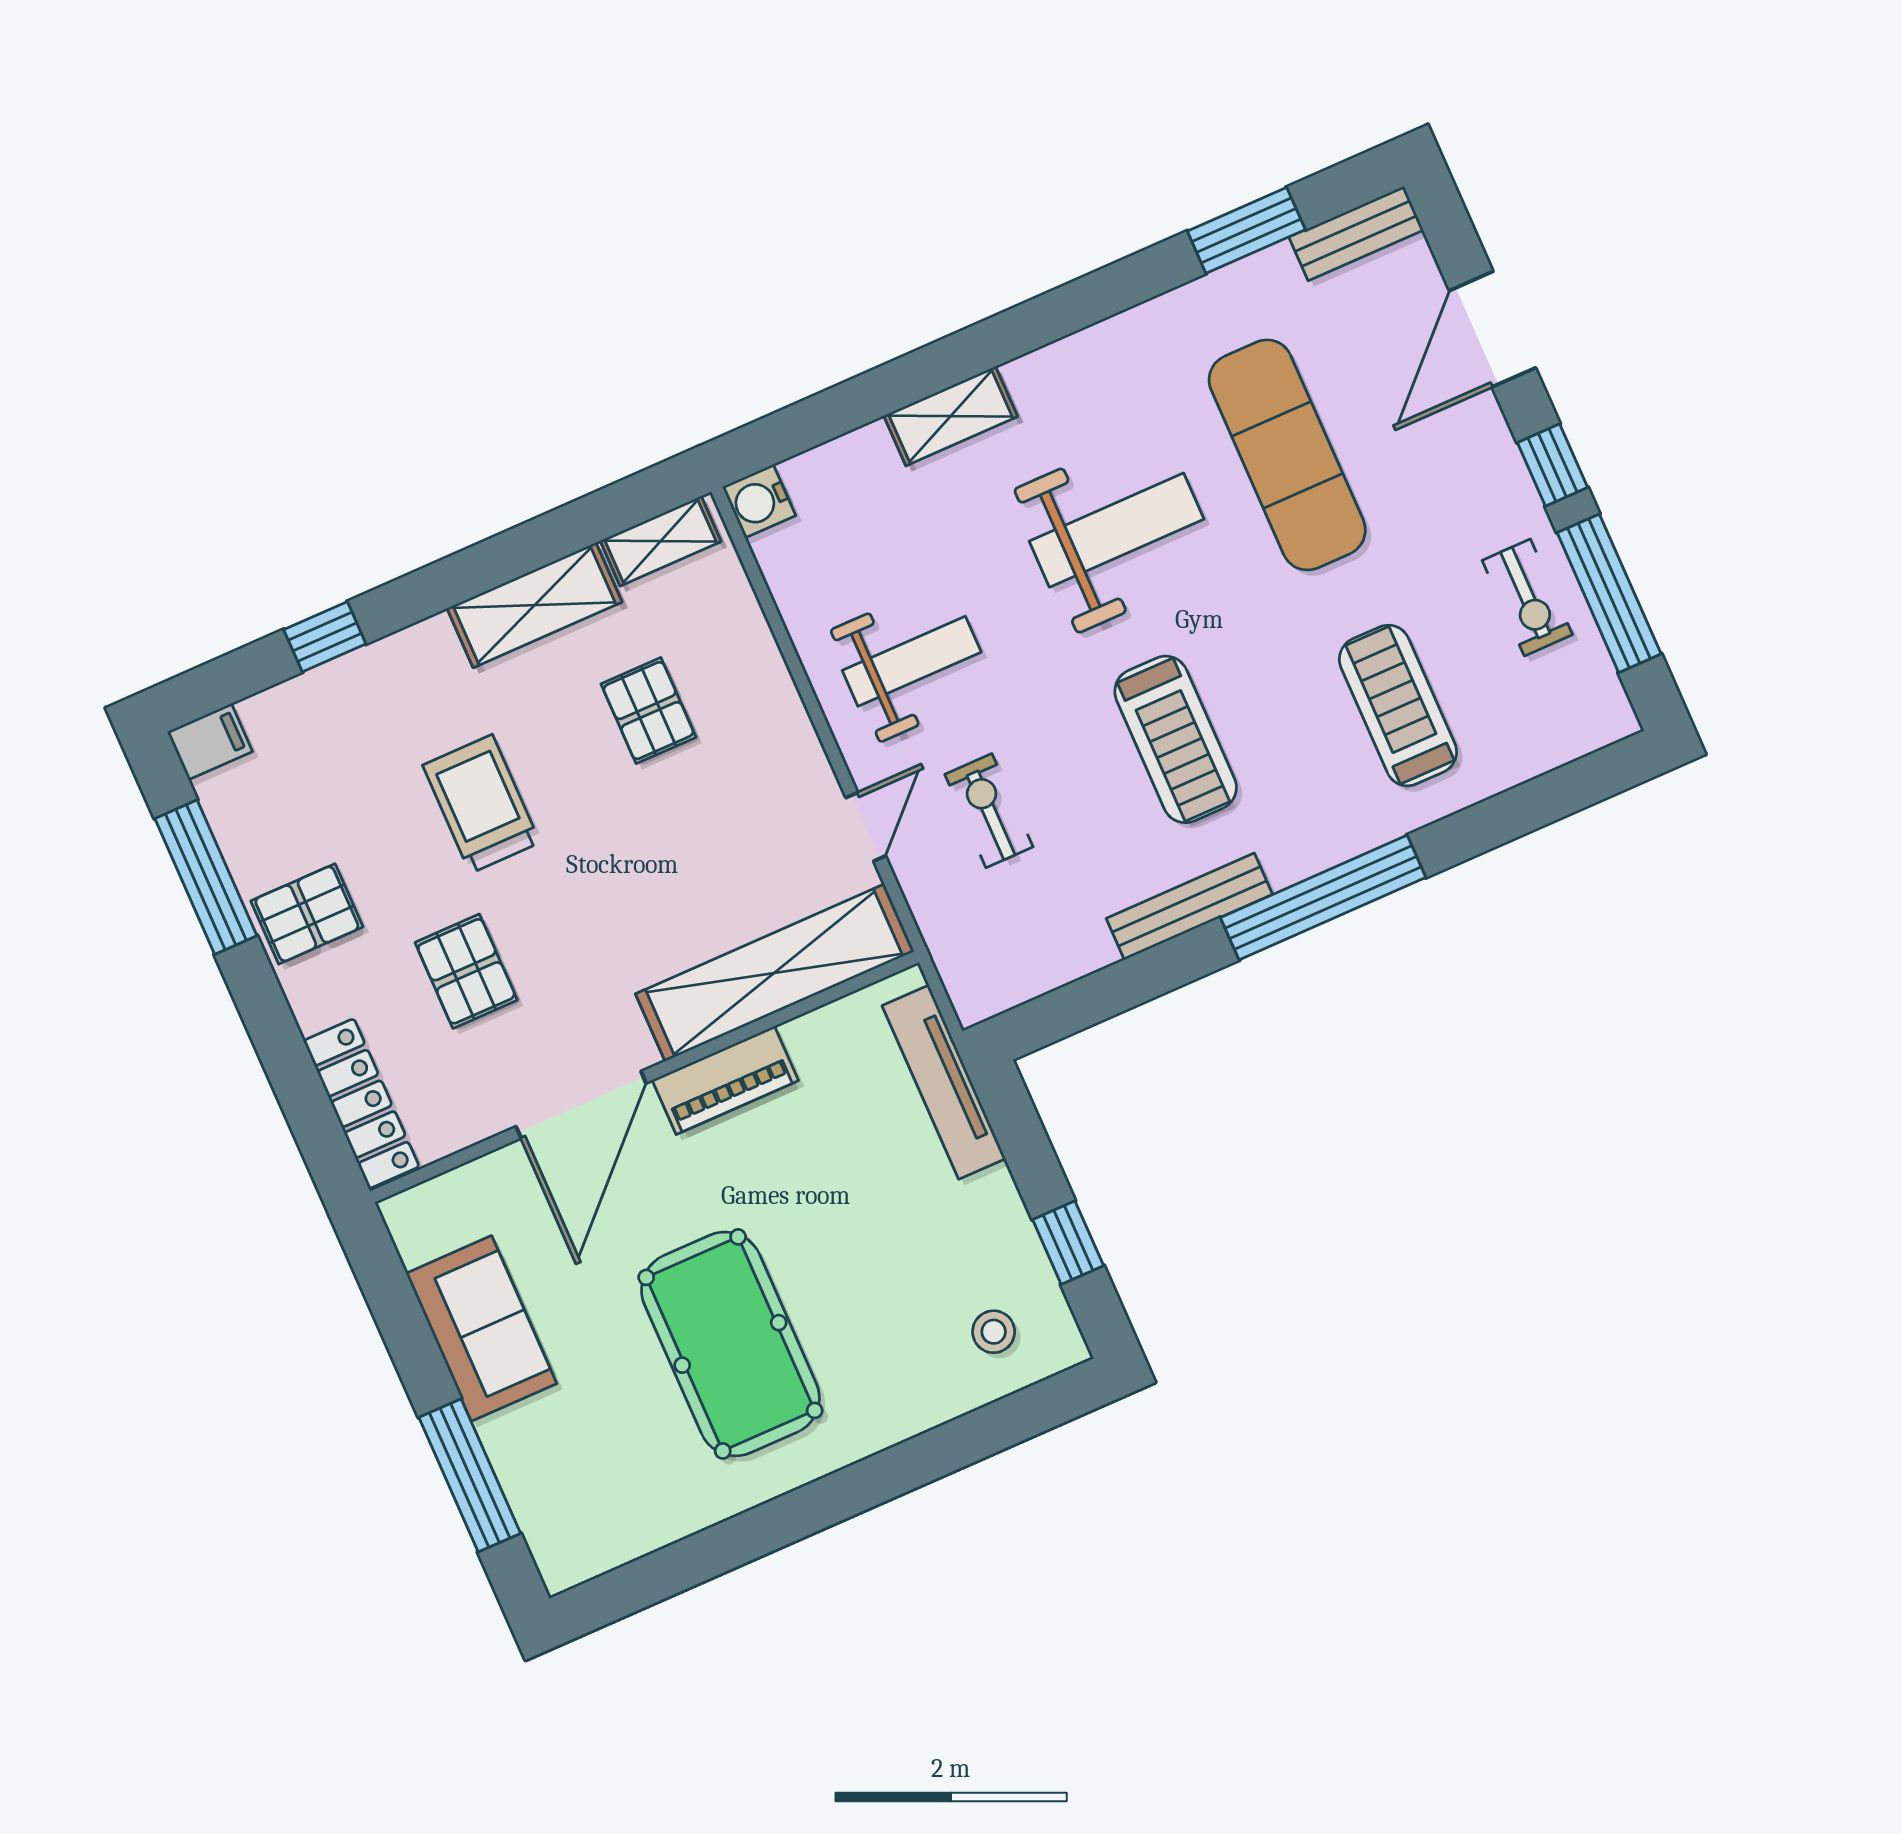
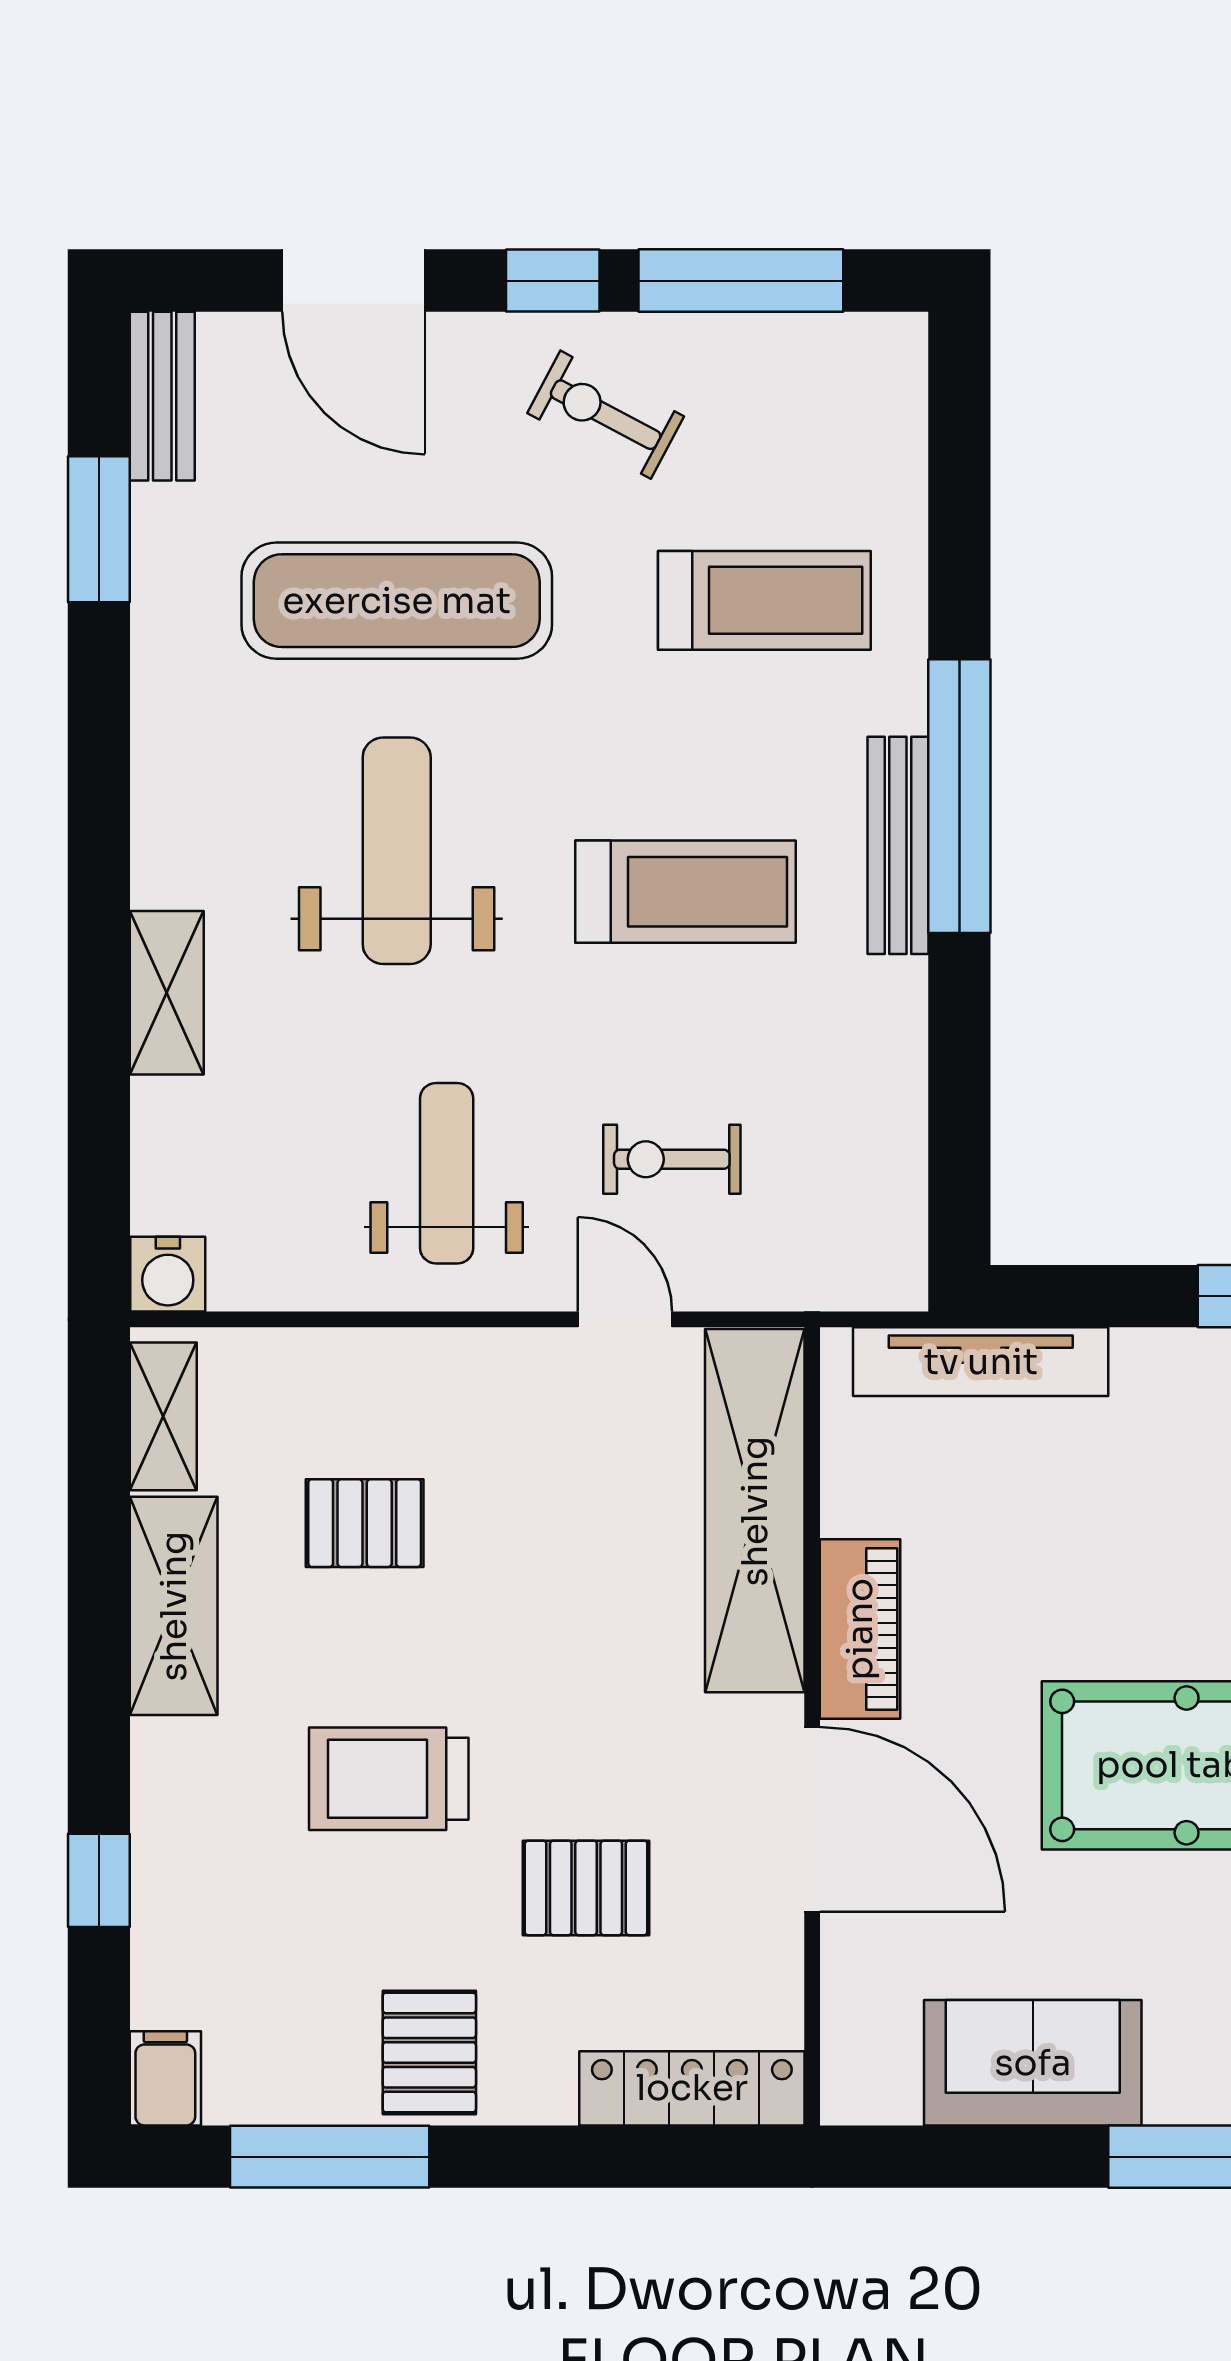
exercise bike: (1527, 598) -> (606, 415), moved, turned -152
treadmill: (1398, 706) -> (764, 600), turned 180
bench: (1189, 906) -> (898, 845), moved

